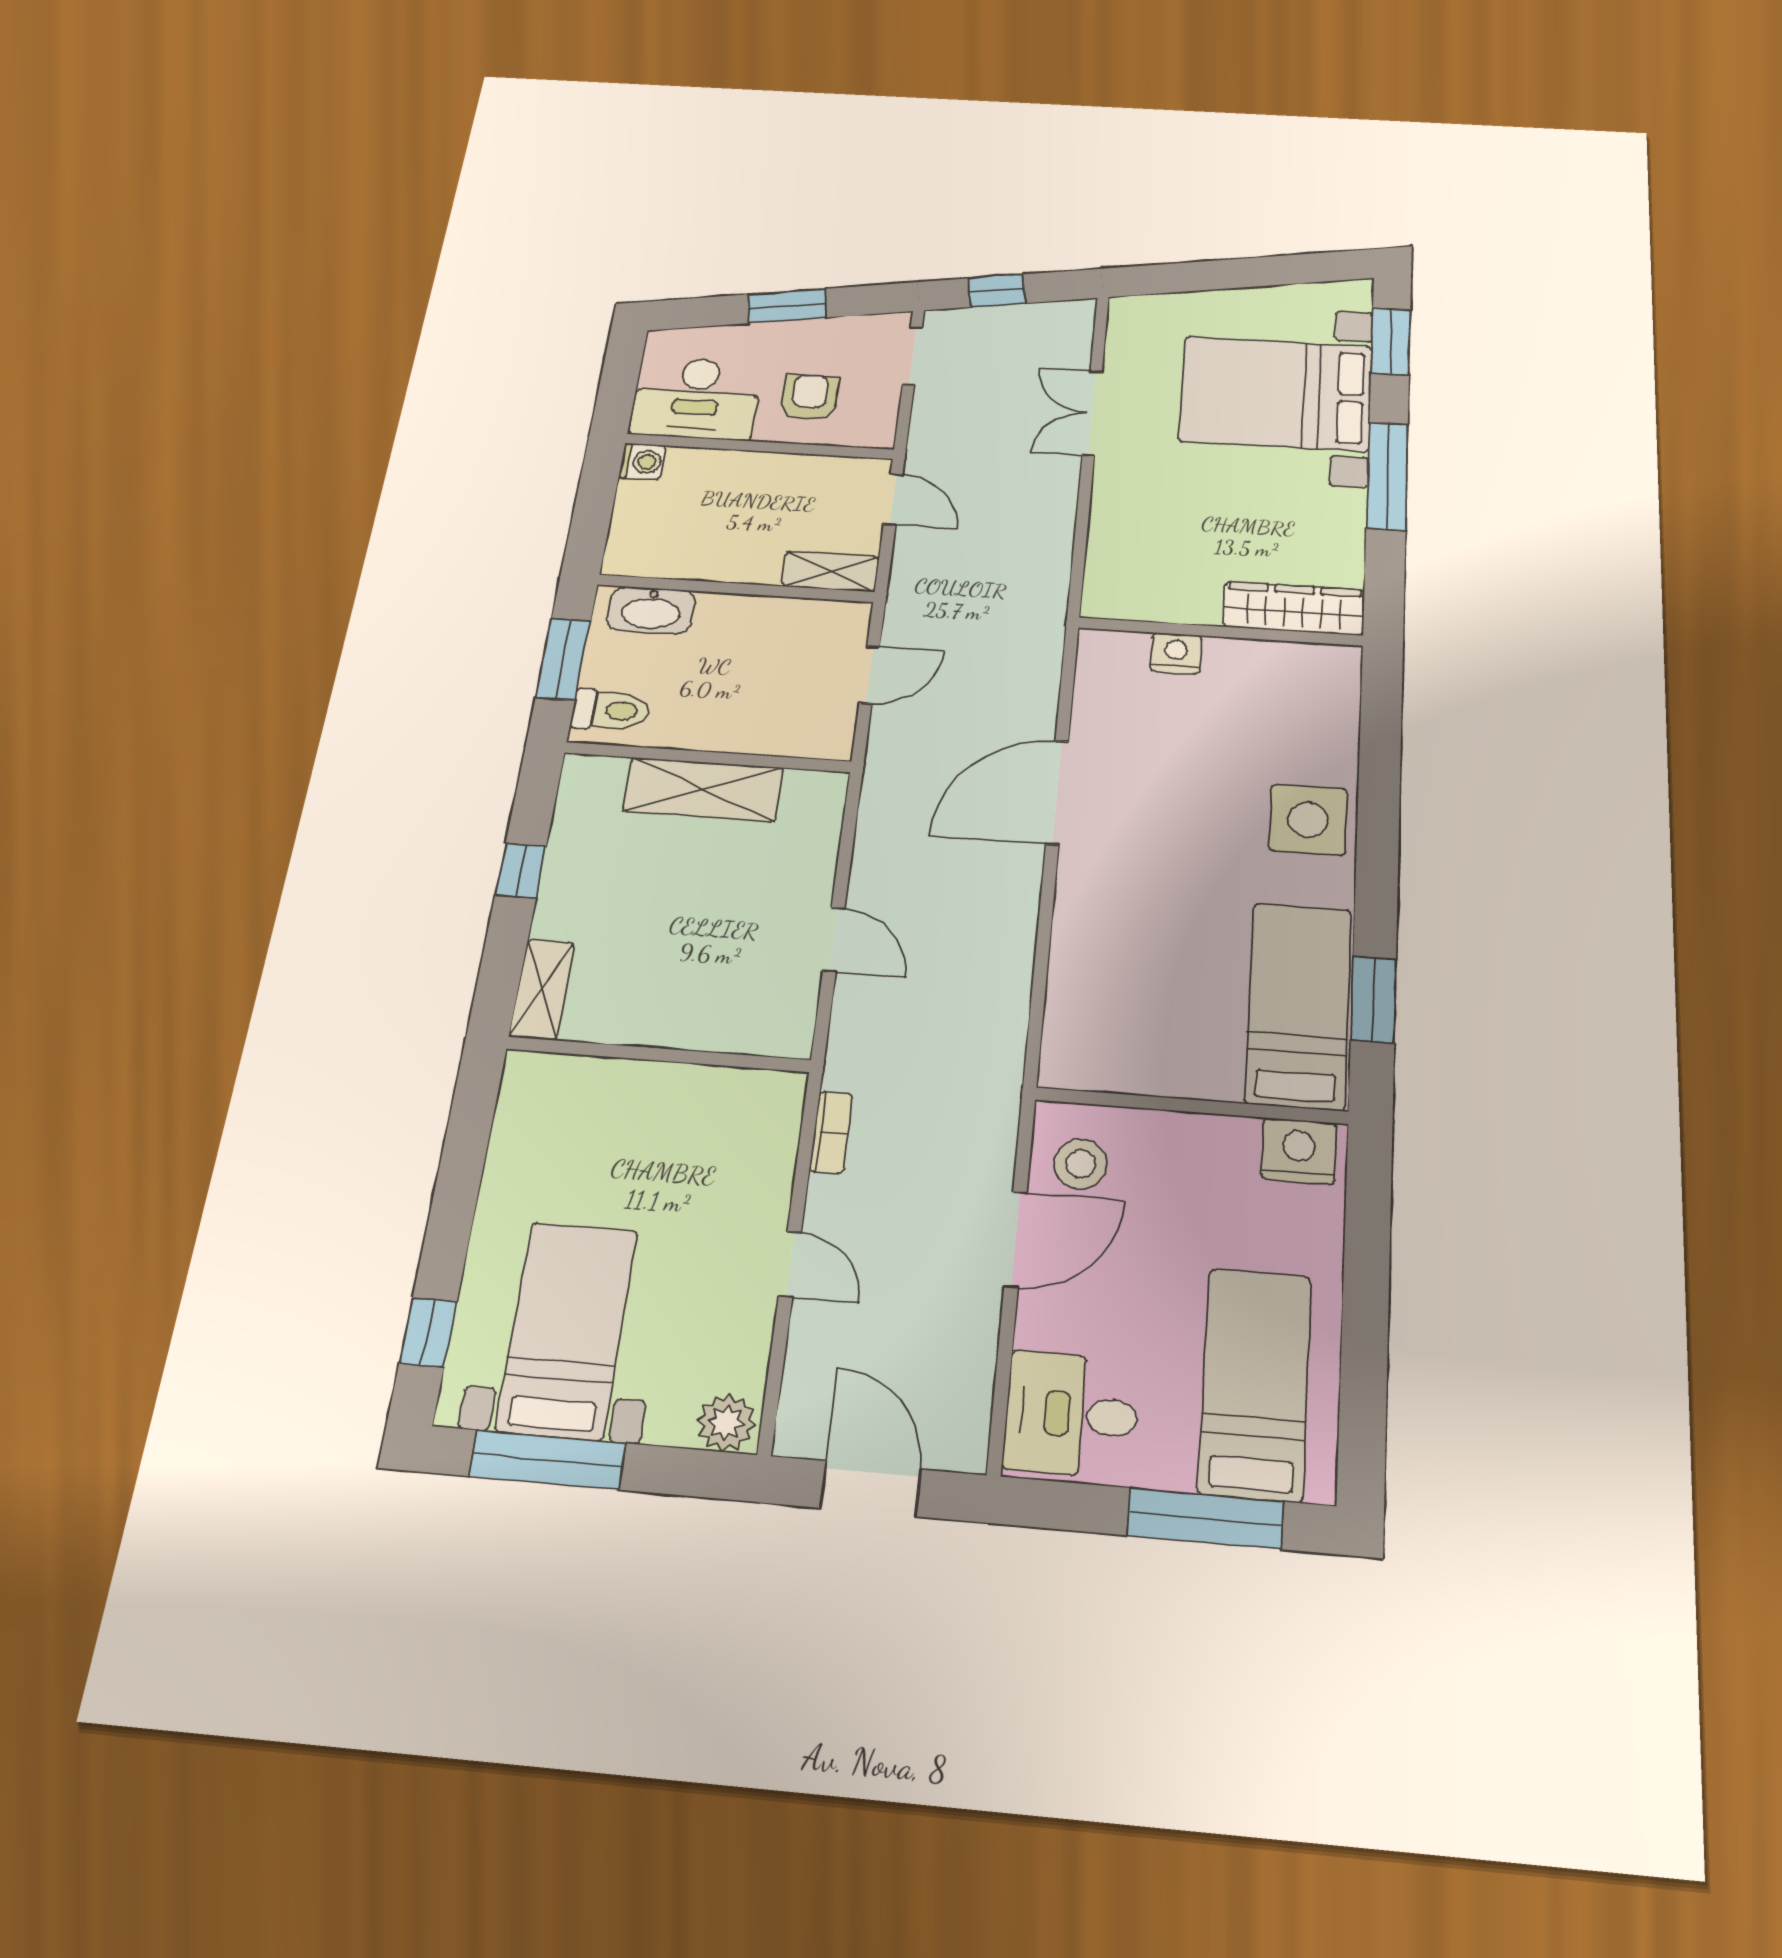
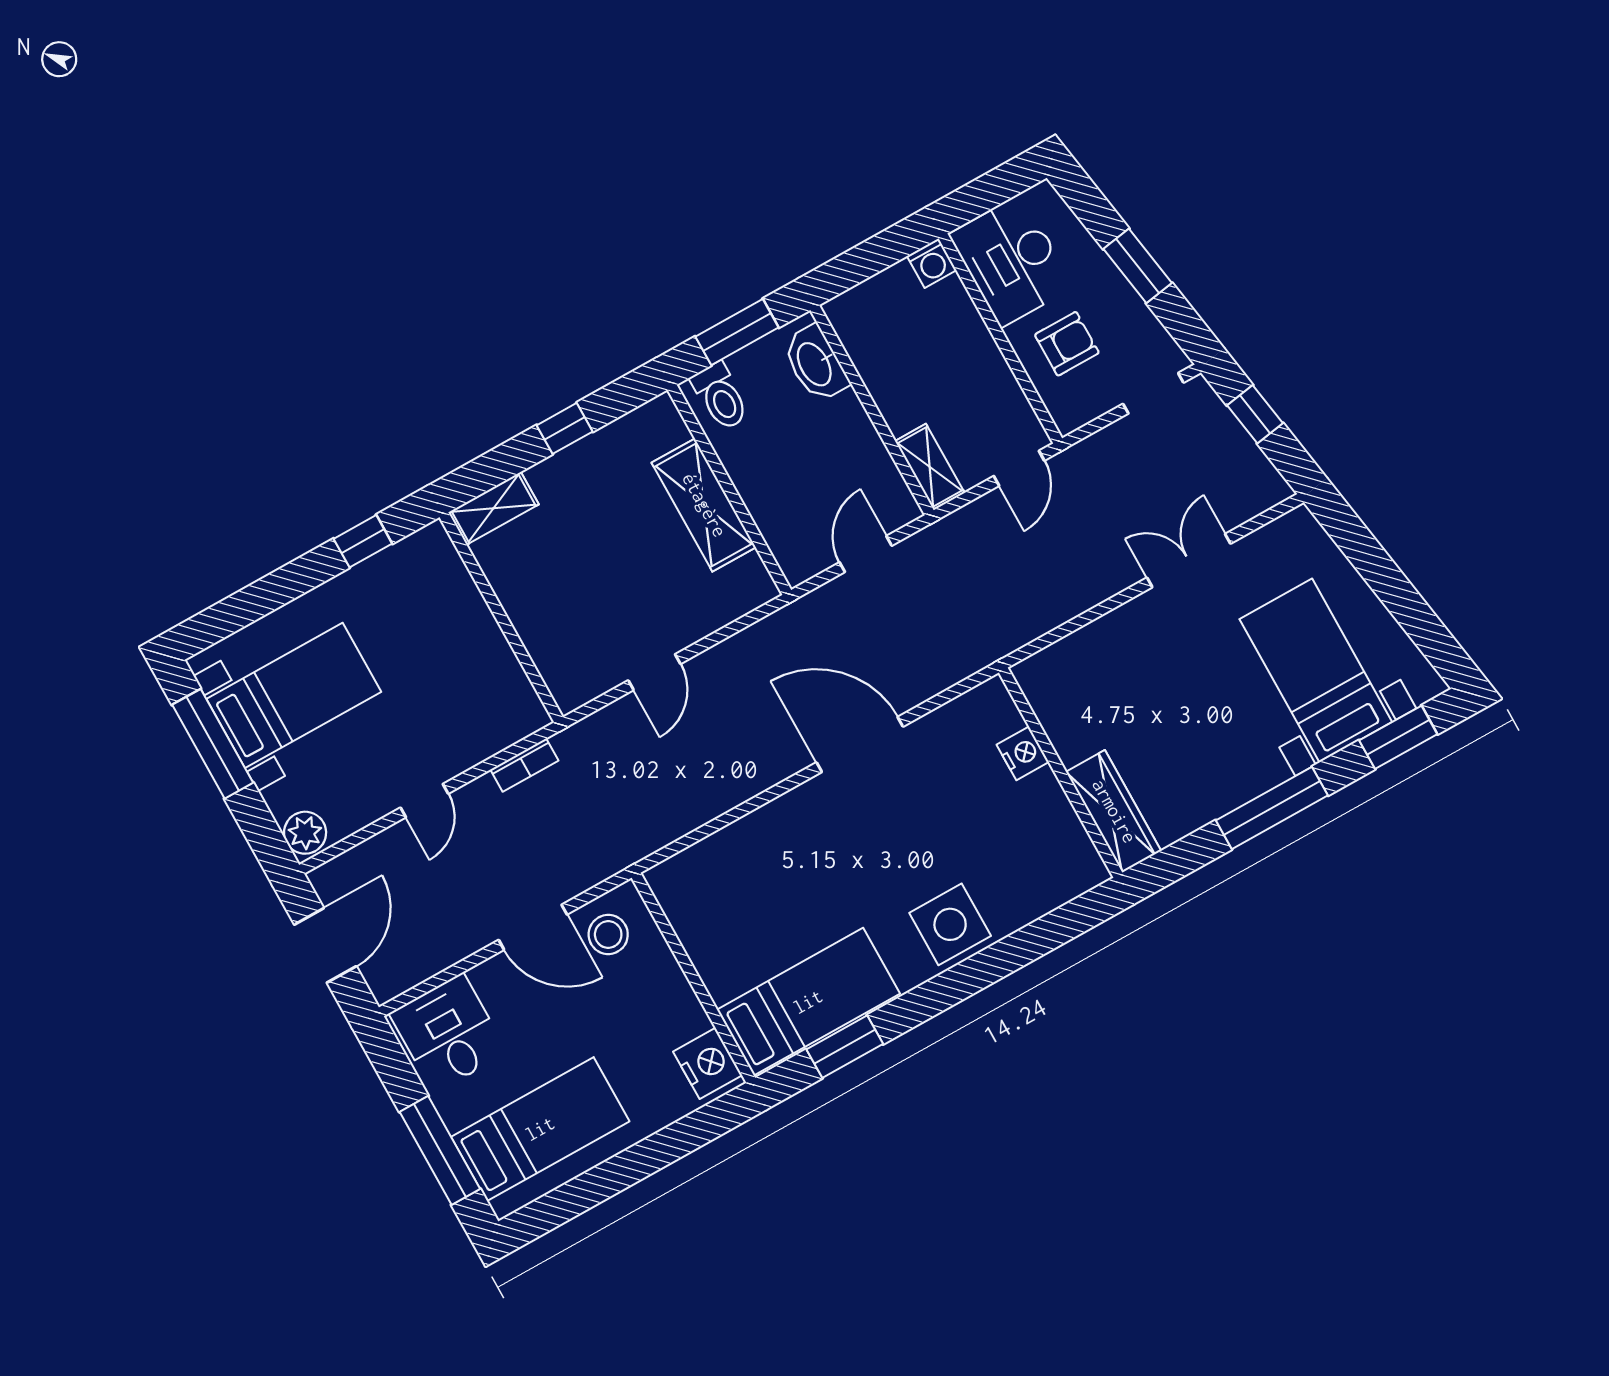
bed with nightstands: (1276, 394) -> (1316, 671), width x0.73
door: (869, 675) -> (866, 554), swing flipped
window: (428, 1332) -> (363, 541), moved

